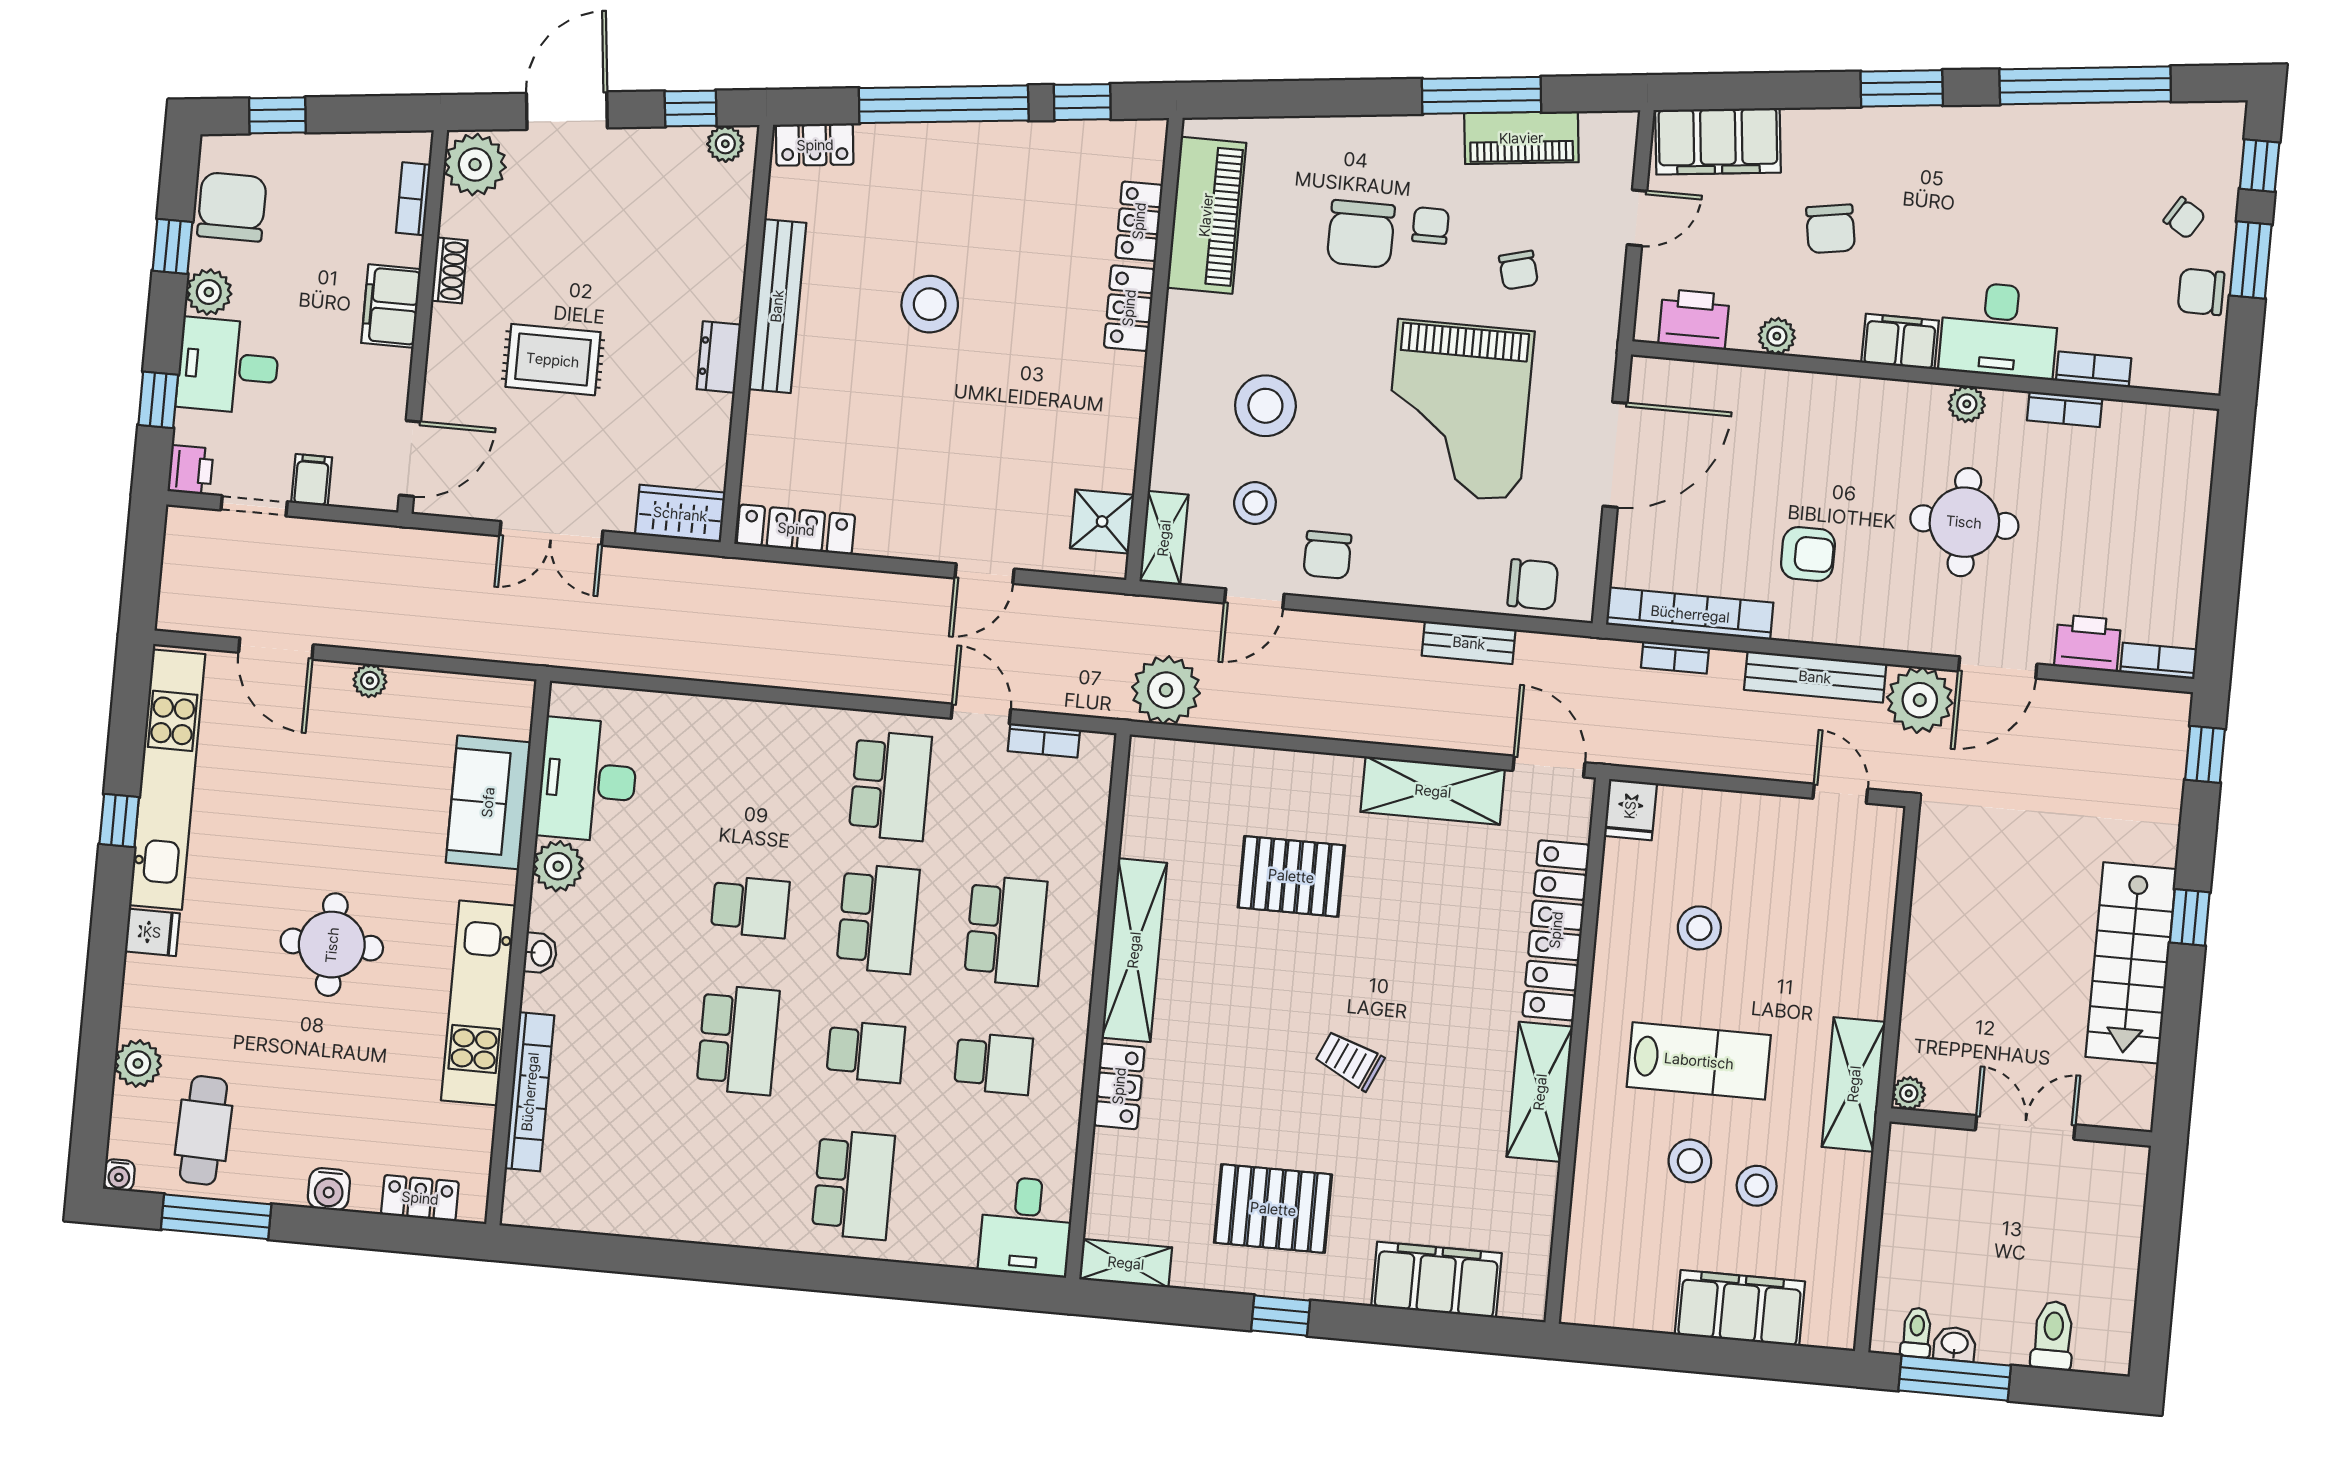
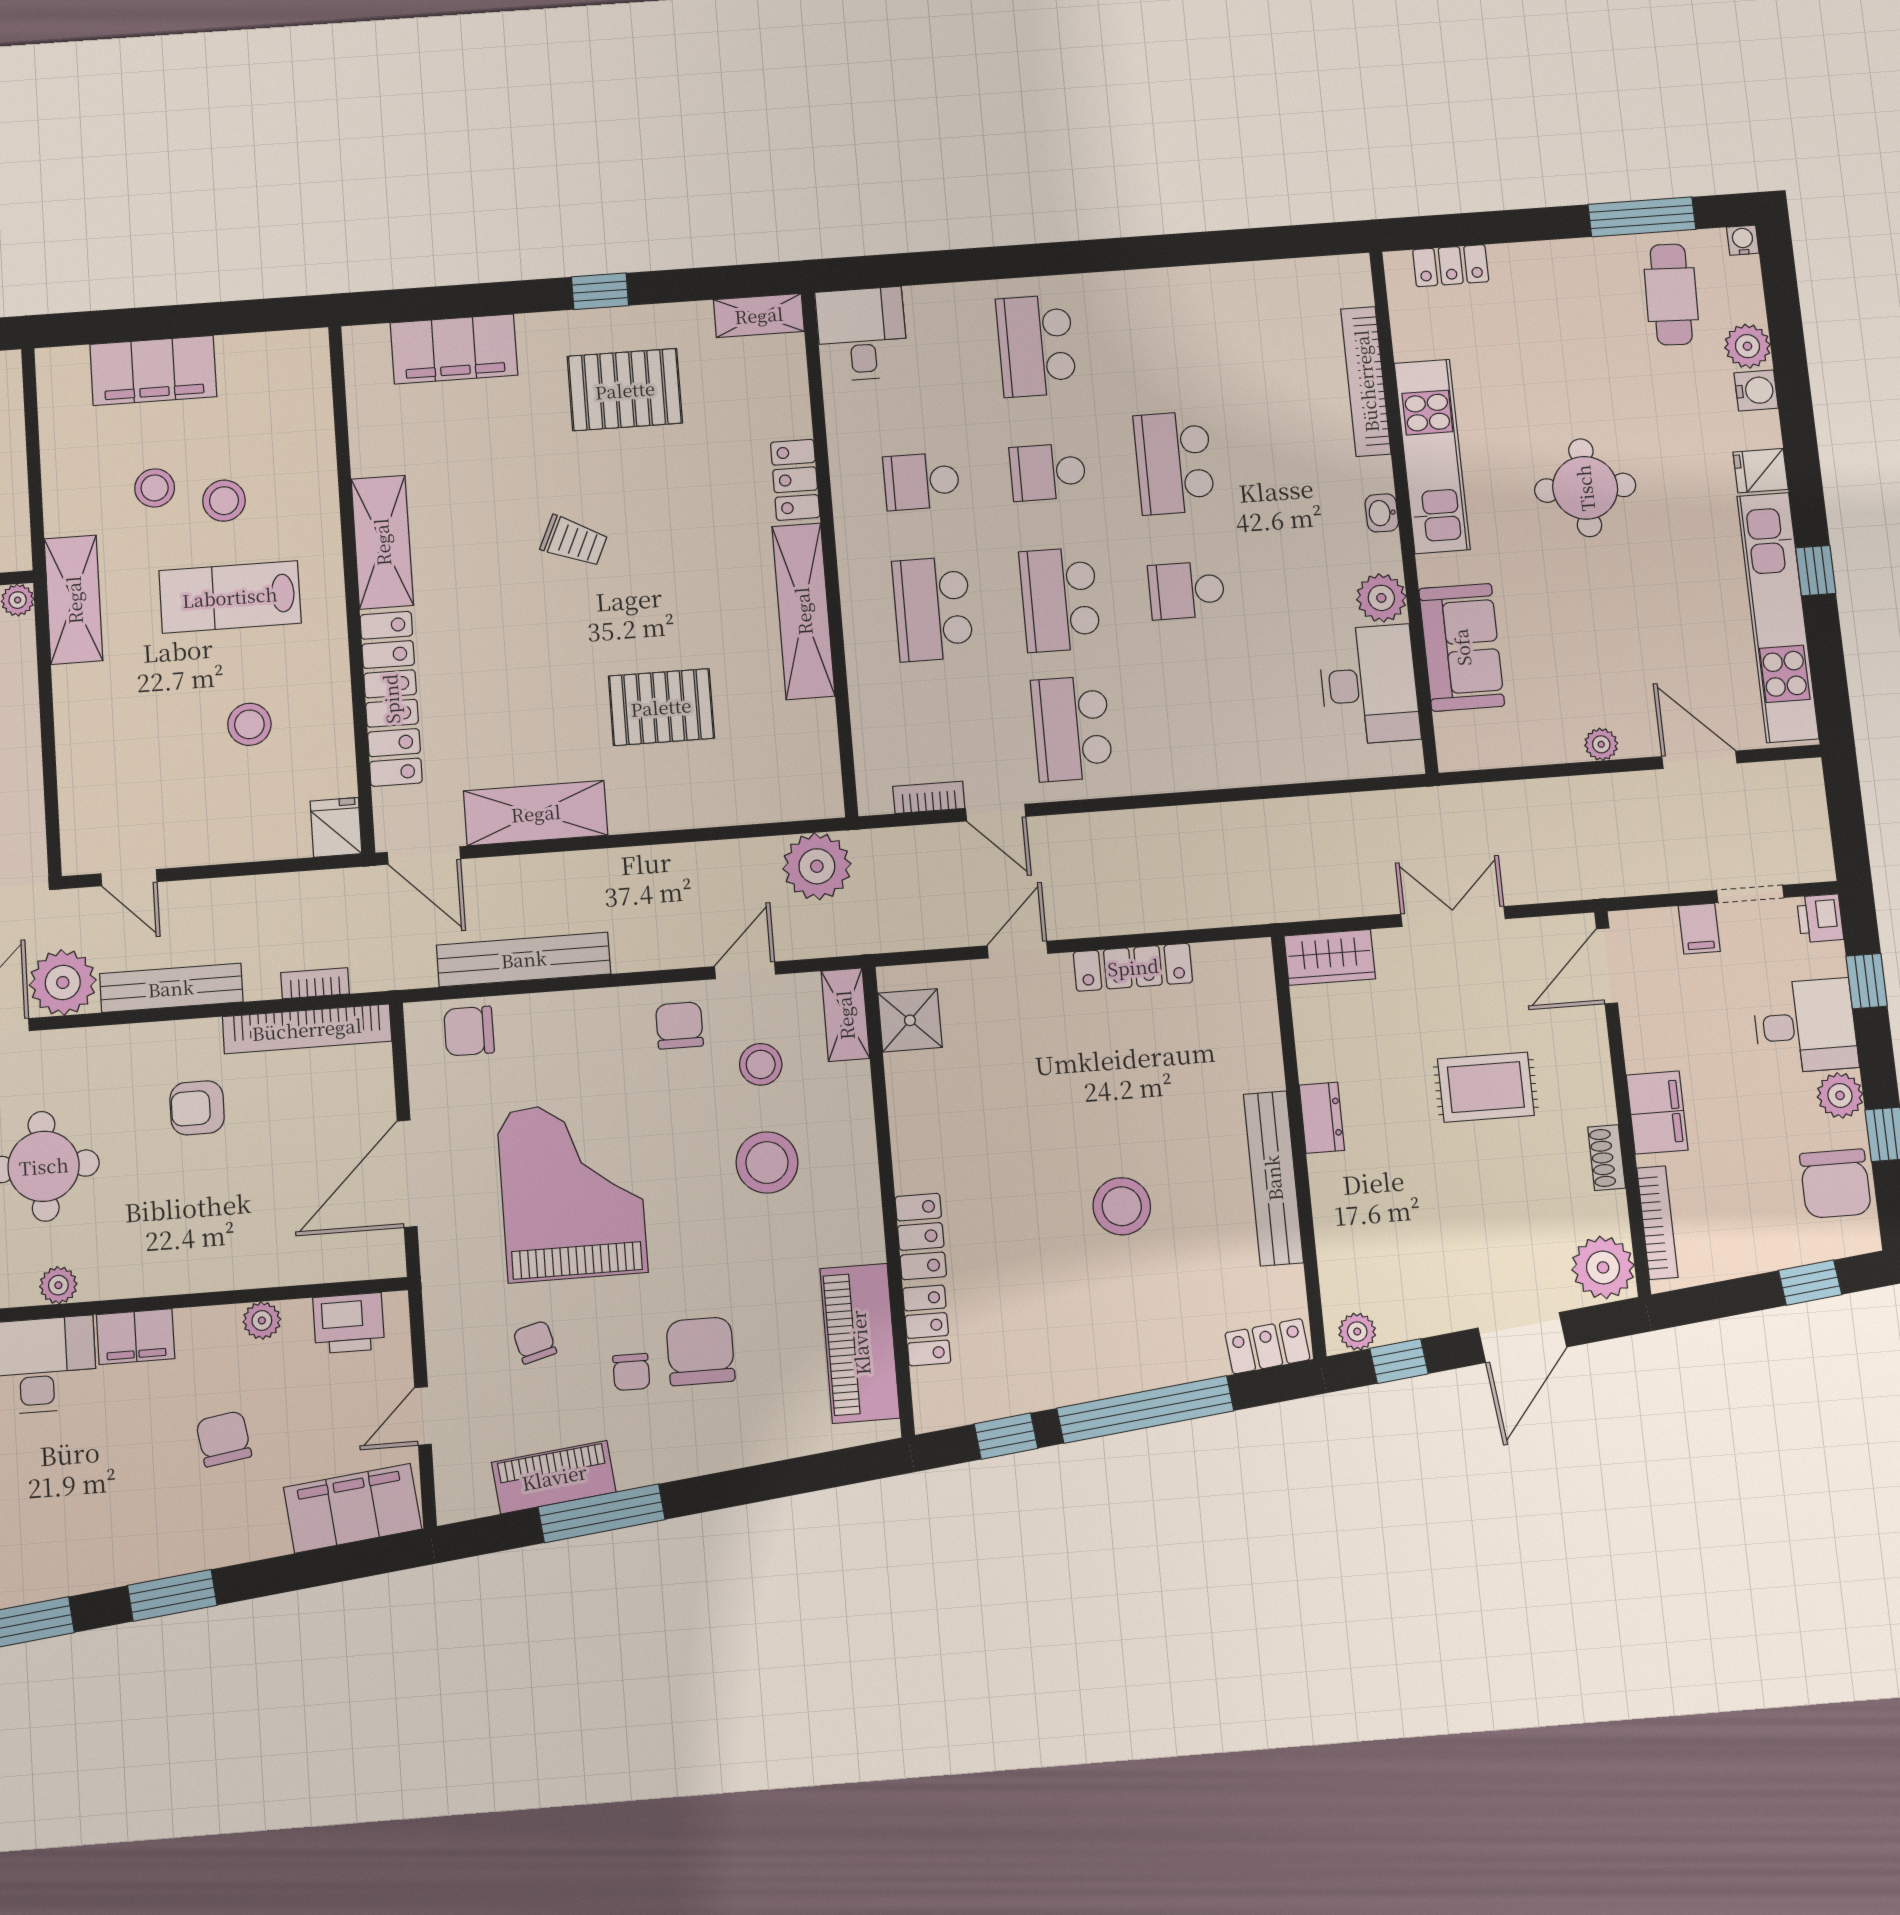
bookcase: (413, 199) -> (1657, 1223), width x1.56
locker: (796, 529) -> (1133, 967), moved
bench: (1469, 643) -> (524, 959), width x1.86, depth x1.21
water cooler: (329, 1189) -> (1756, 390), moved, turned 90

